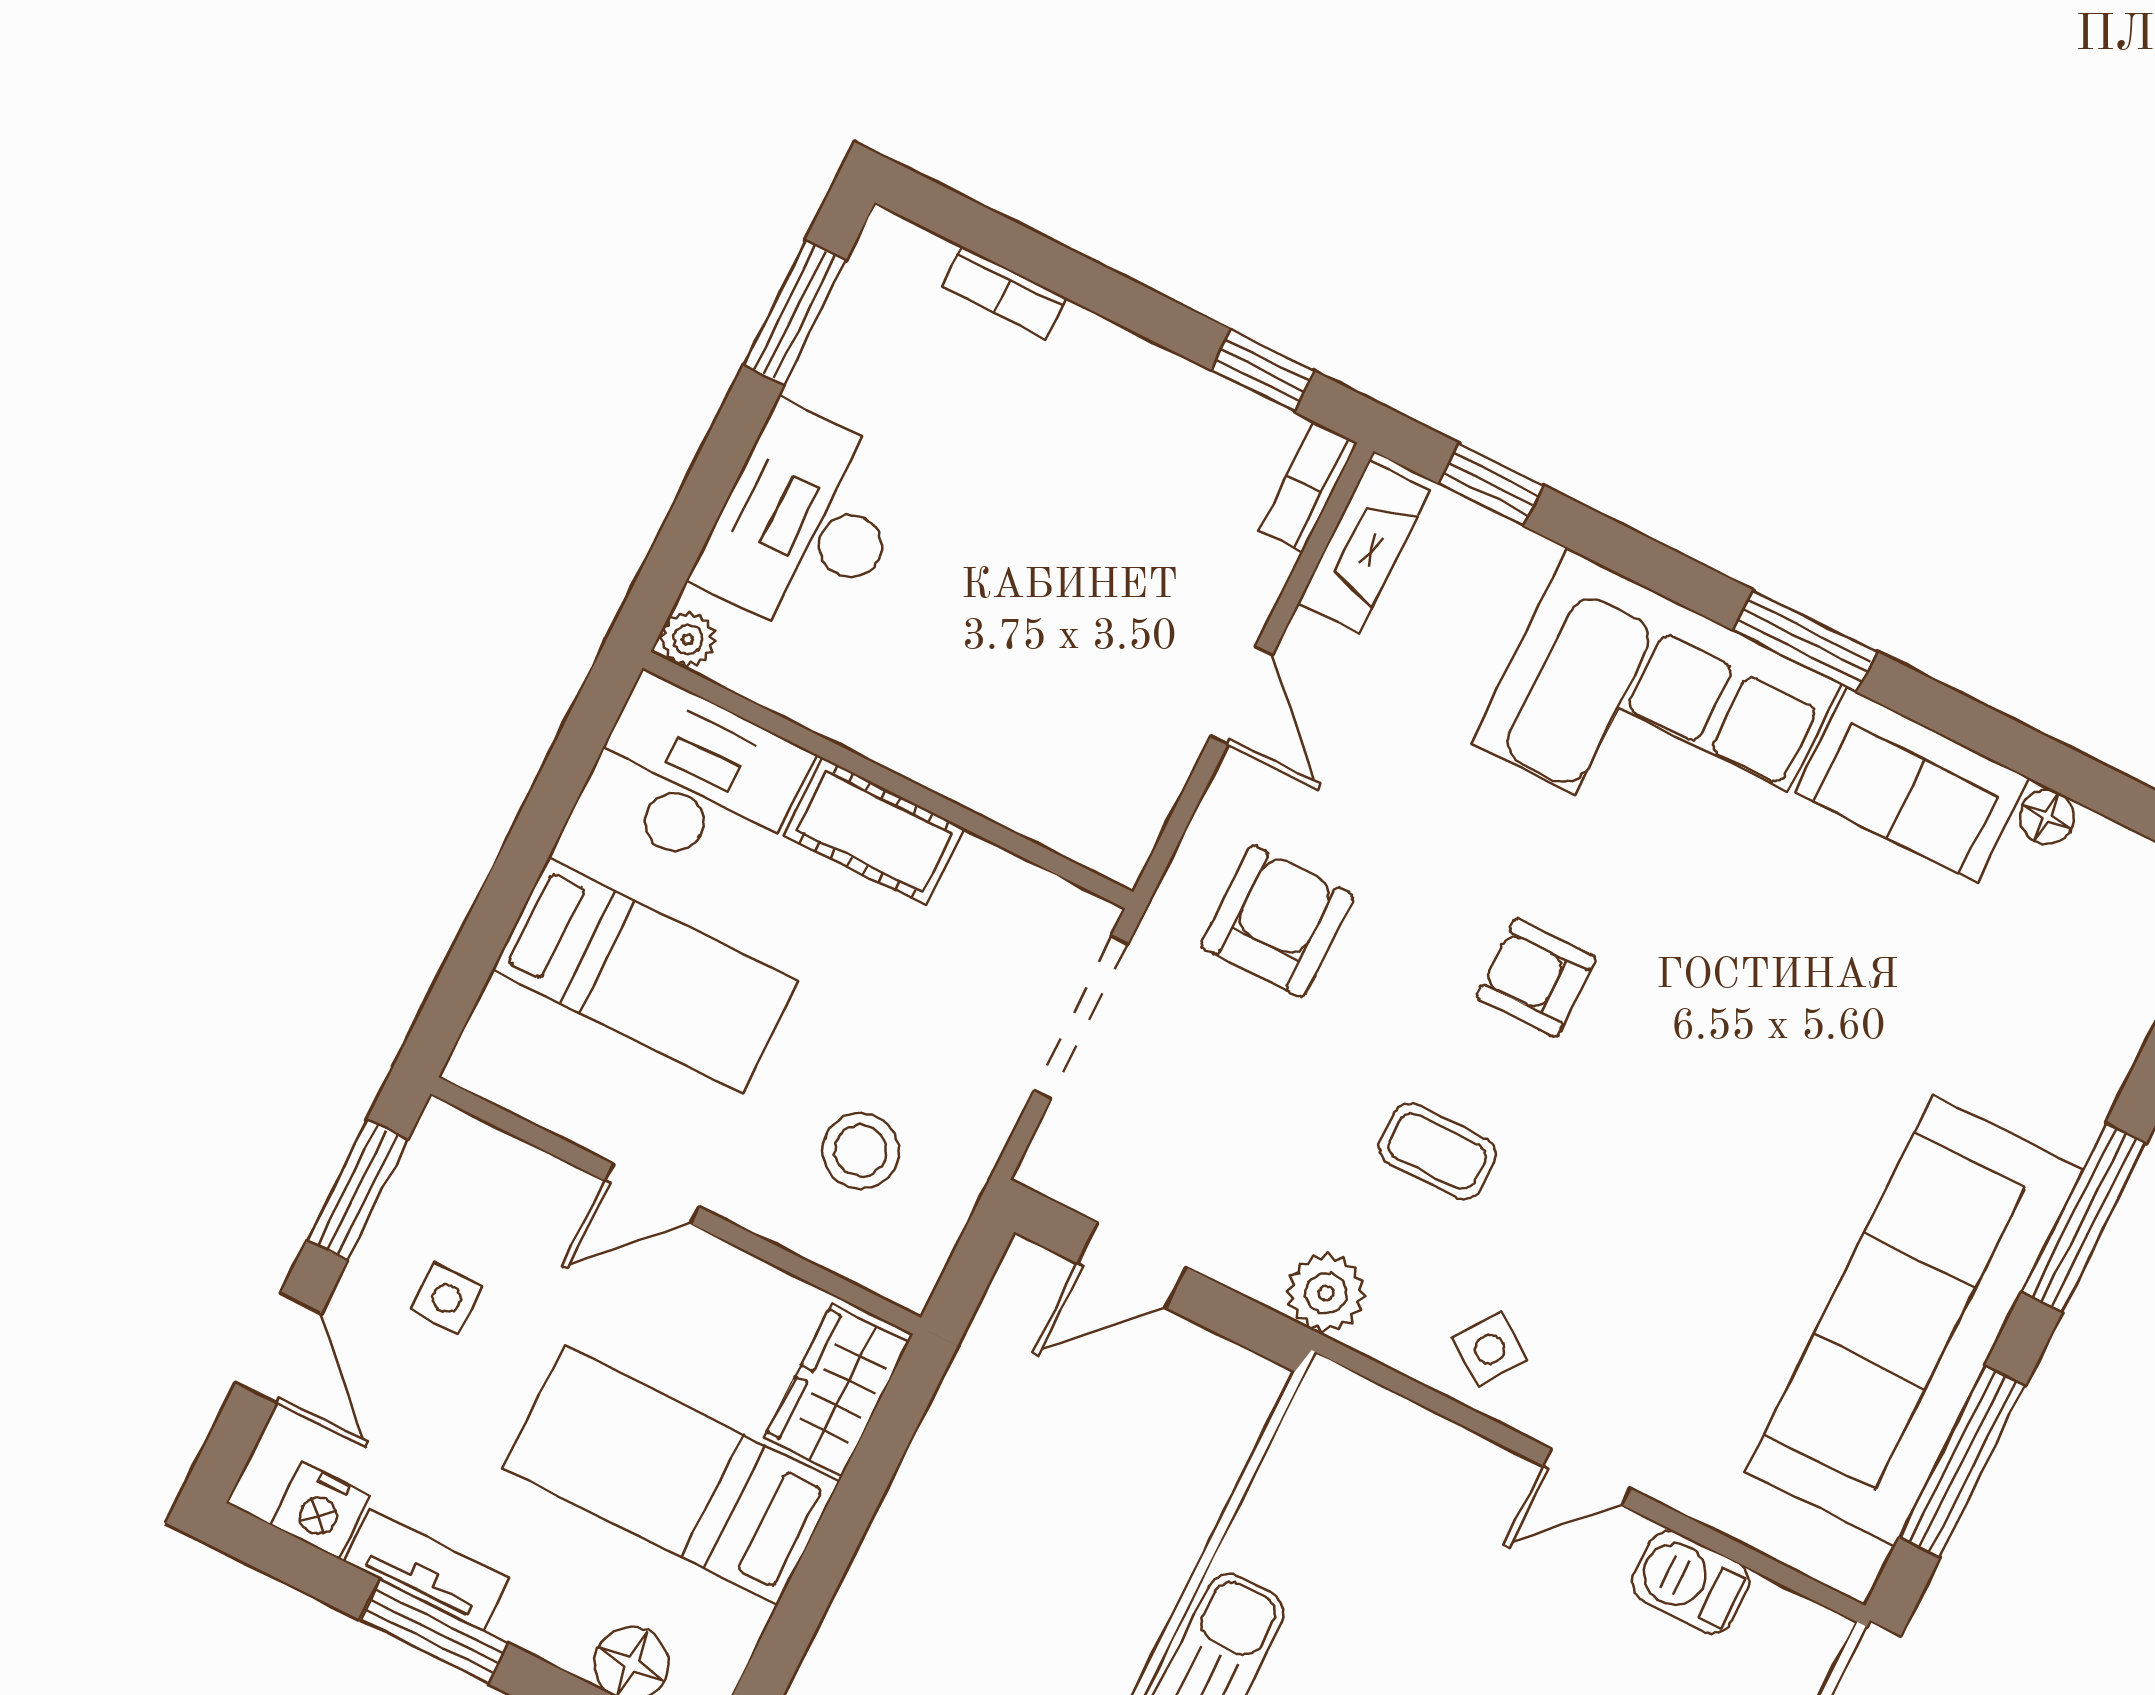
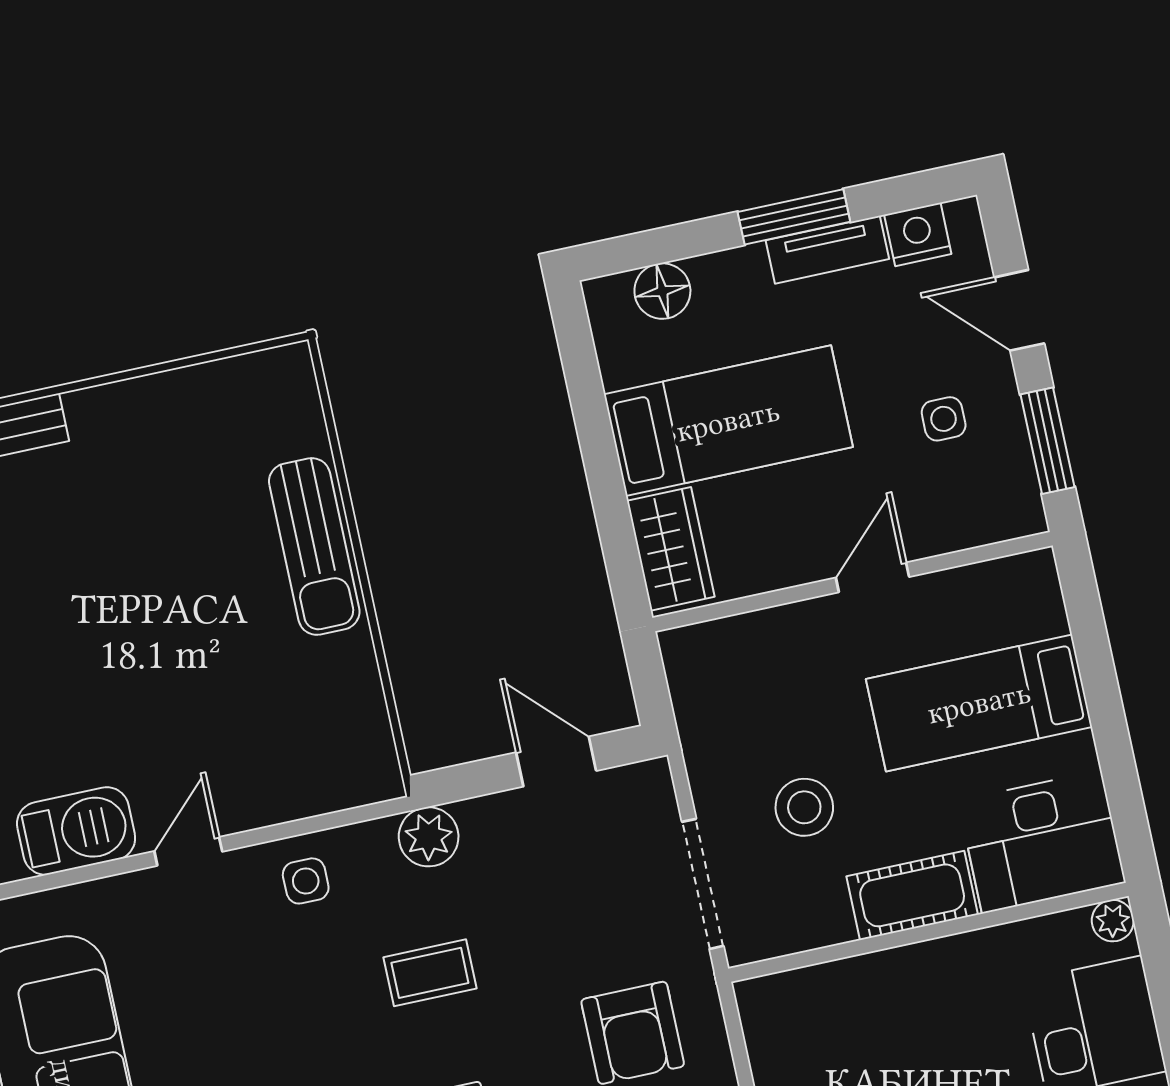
stool: (861, 1151) -> (804, 807), moved
door: (1132, 1265) -> (556, 762), hinge flipped
side table: (1490, 1349) -> (306, 881), turned -35
barbecue: (1690, 1582) -> (76, 831), width x1.38, depth x1.27

